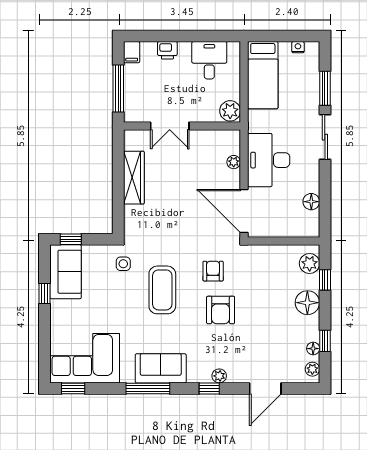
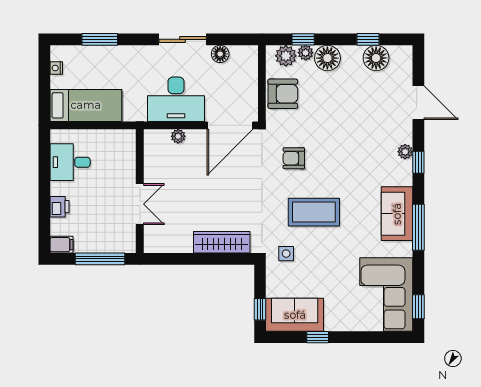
plant: (230, 111) -> (124, 140), removed
sliding door: (325, 137) -> (183, 39), moved
wardrobe: (134, 178) -> (222, 242), moved
armchair: (221, 310) -> (283, 94), moved
floor lamp: (313, 349) -> (376, 58), width x1.89, depth x1.89
plant: (312, 369) -> (306, 53), moved

